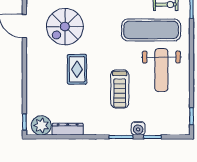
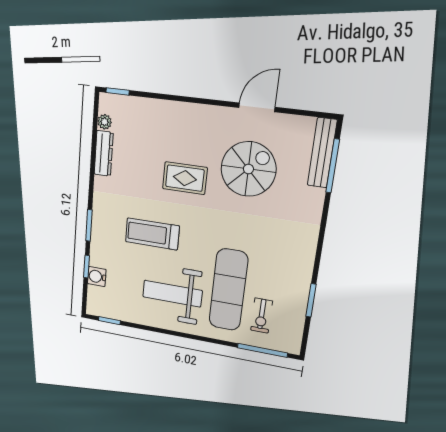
spiral stairs: (65, 27) -> (248, 169), turned 90
plant: (41, 125) -> (105, 122), width x0.53, depth x0.53
water cooler: (138, 128) -> (97, 277), moved

